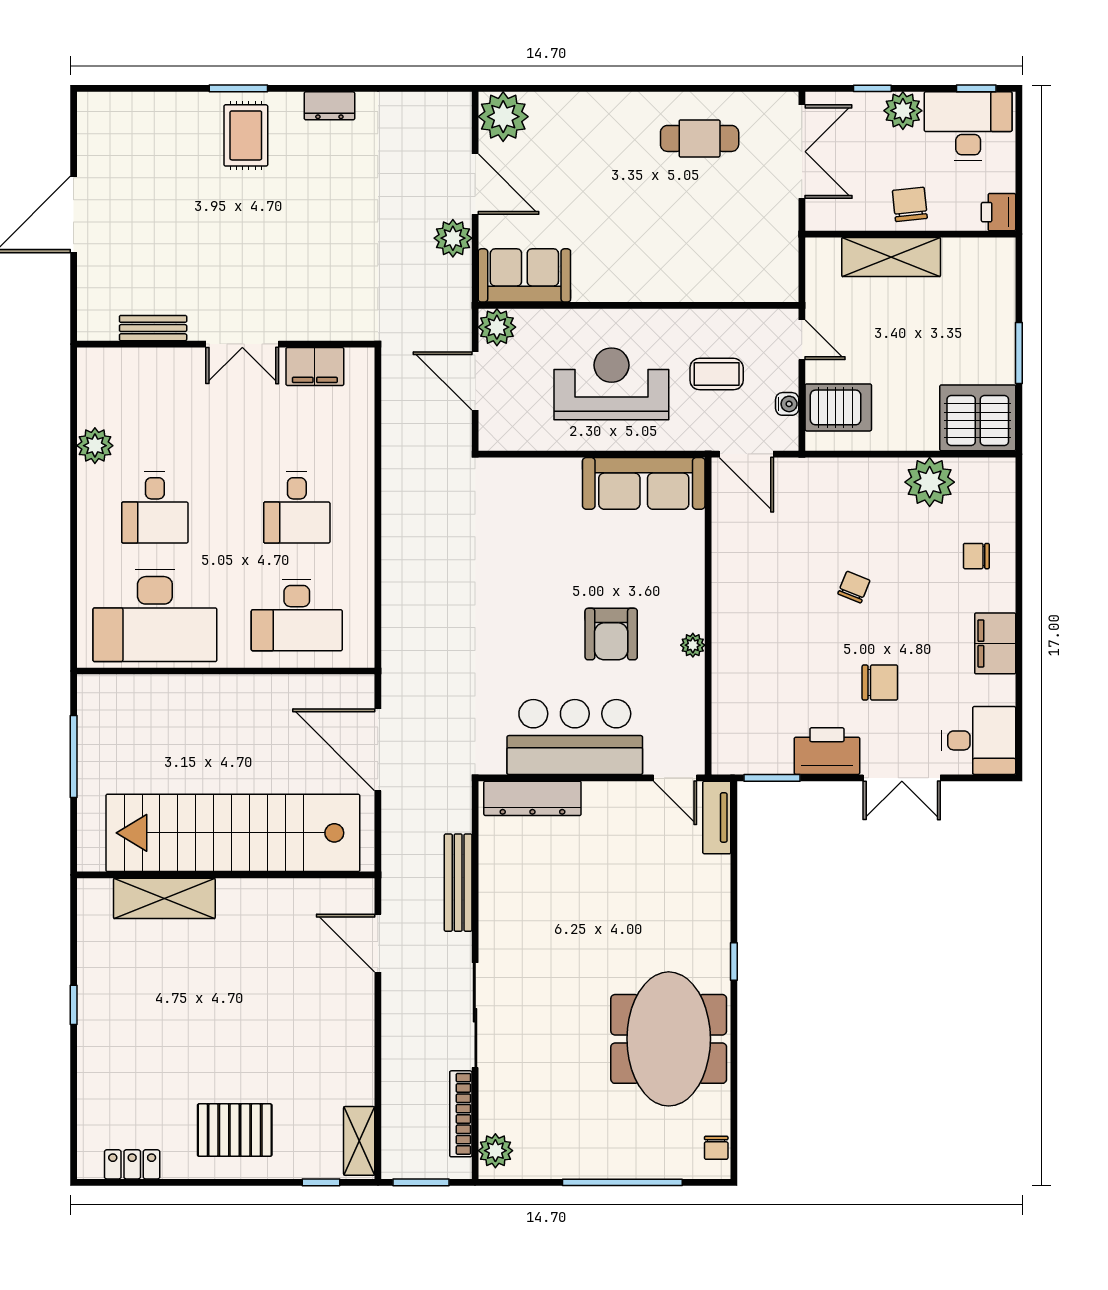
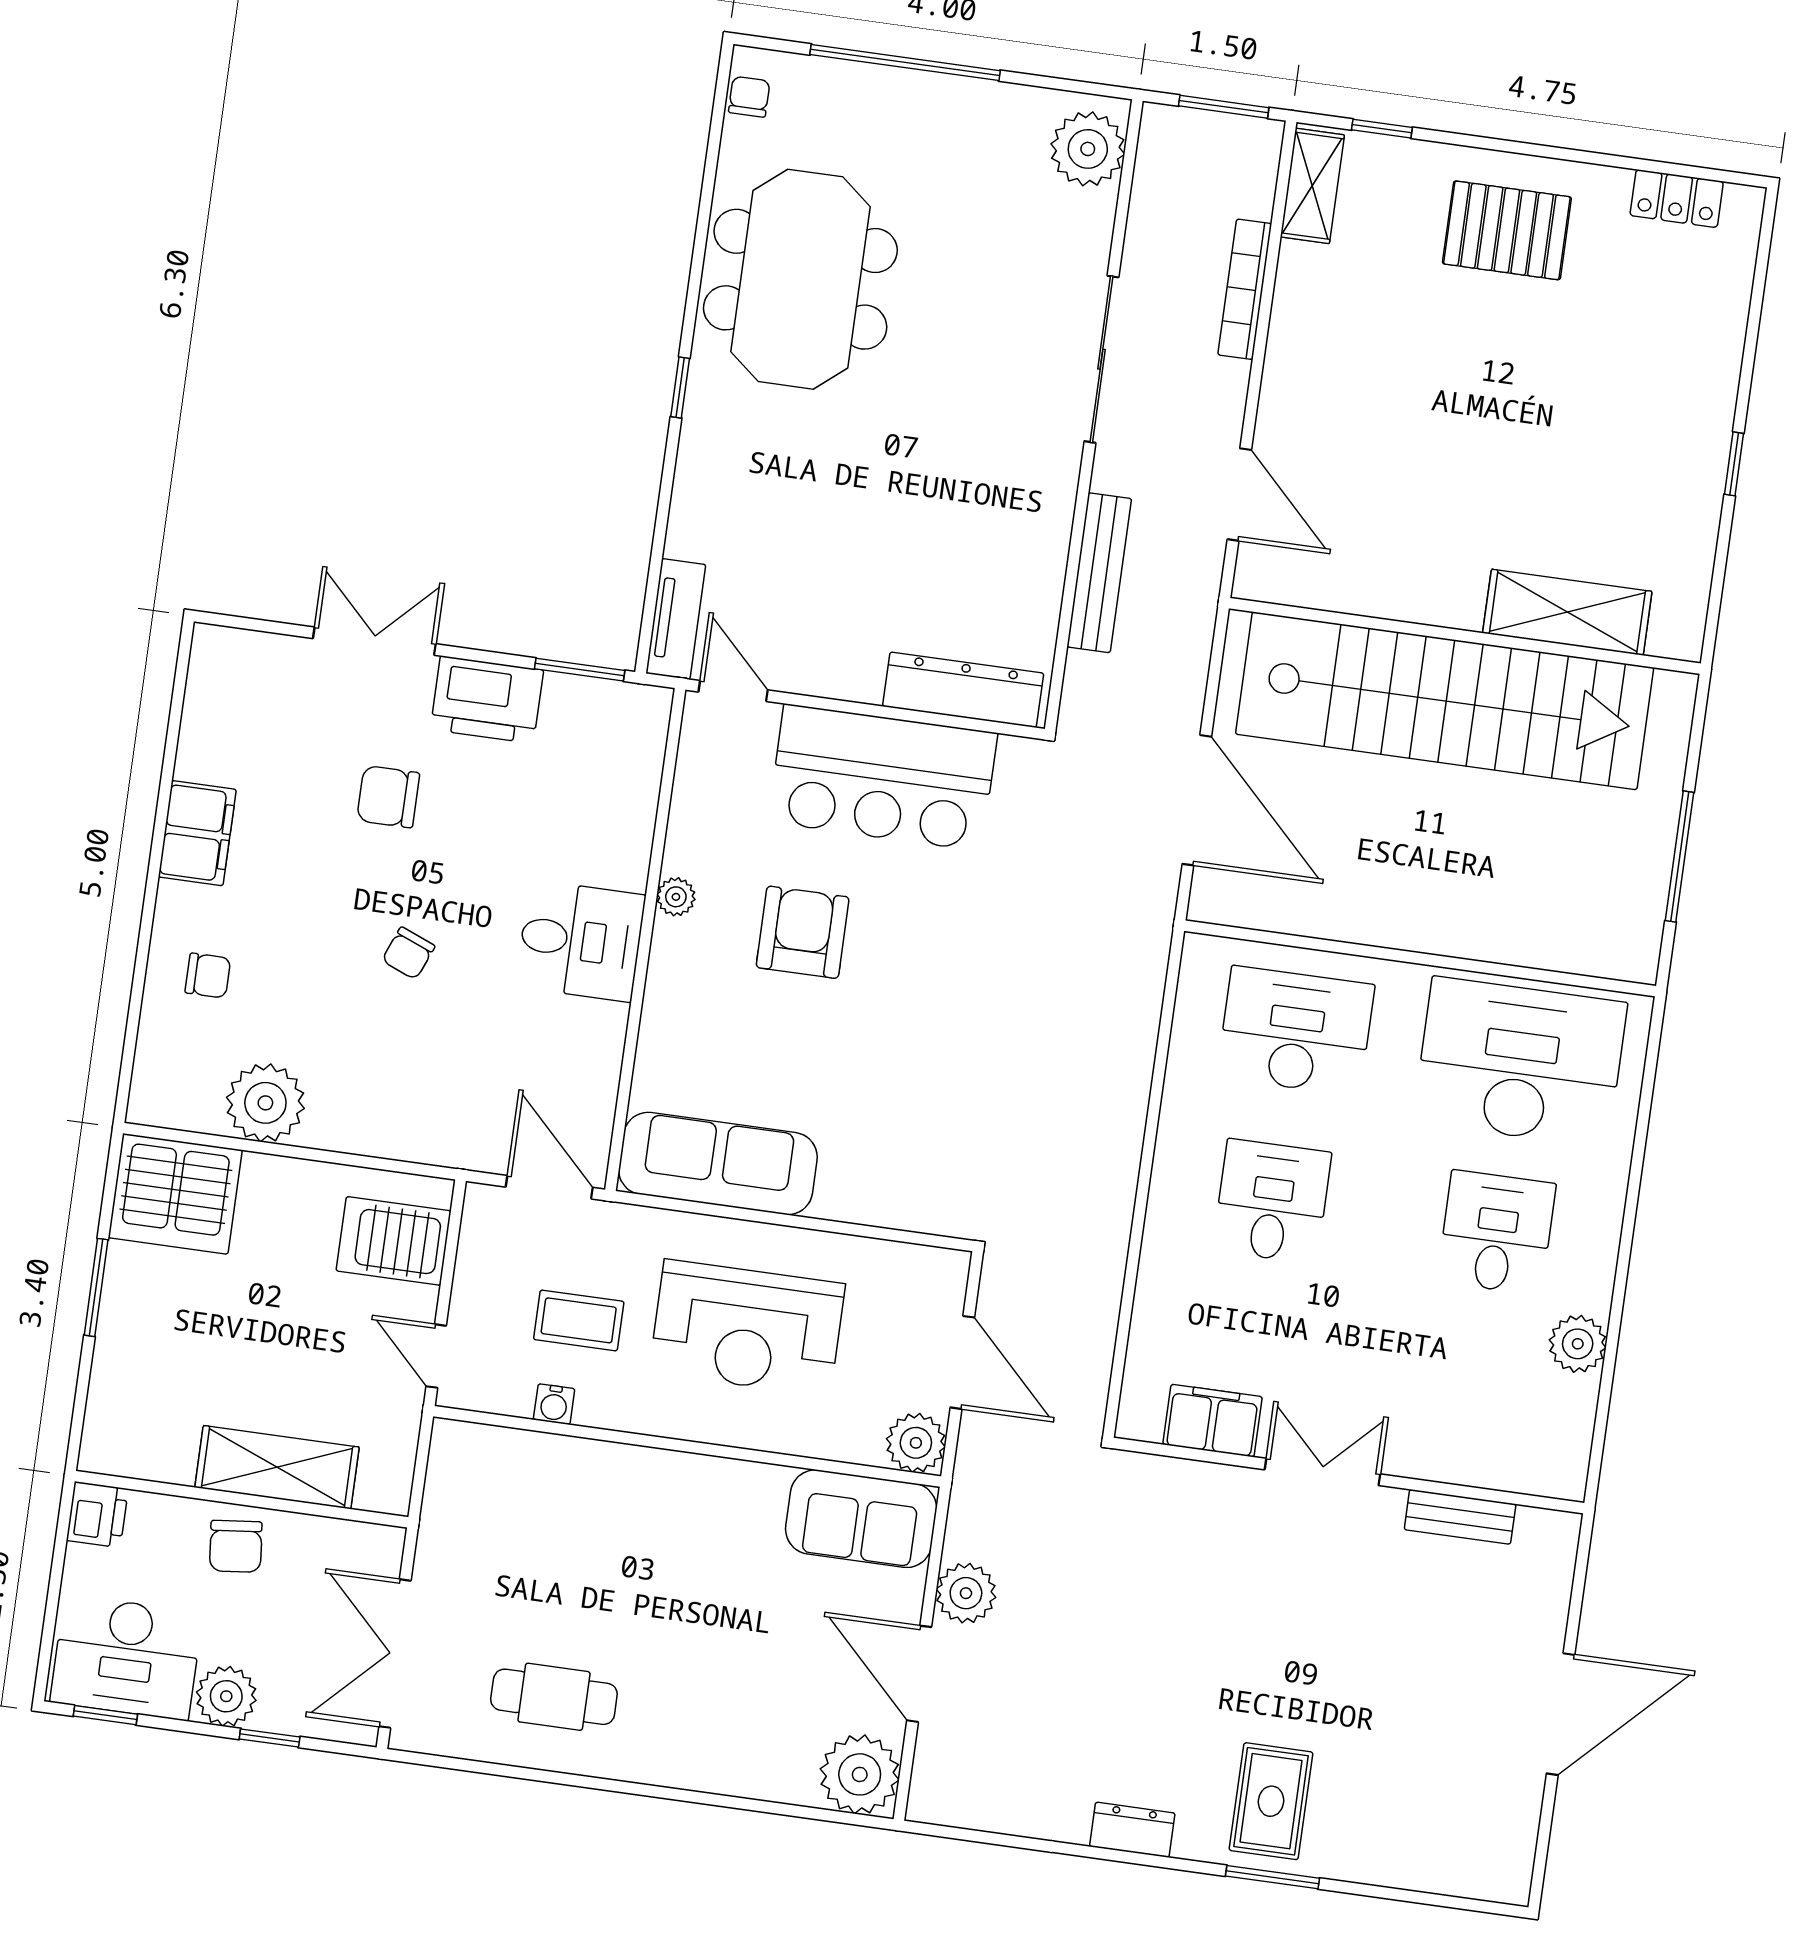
water cooler: (787, 404) -> (554, 1404), moved, turned -90
desk: (979, 740) -> (581, 941), moved, turned 180
bookcase: (461, 1114) -> (1245, 289), moved, turned 180
plant: (495, 1151) -> (1088, 149), width x1.36, depth x1.36

